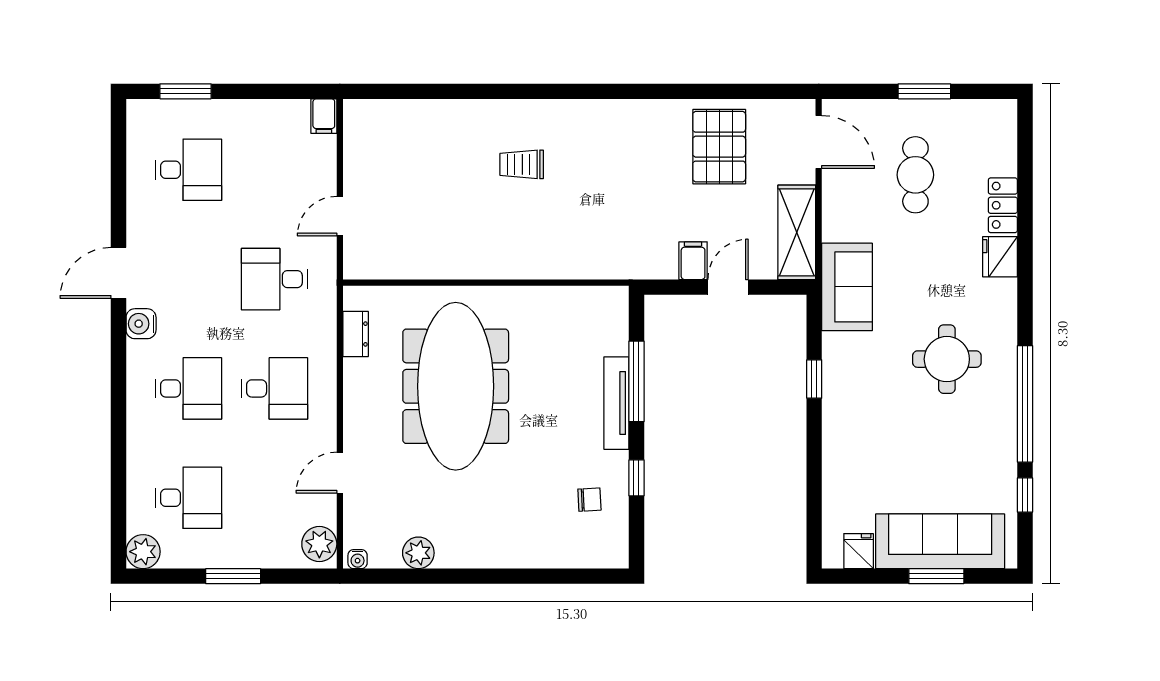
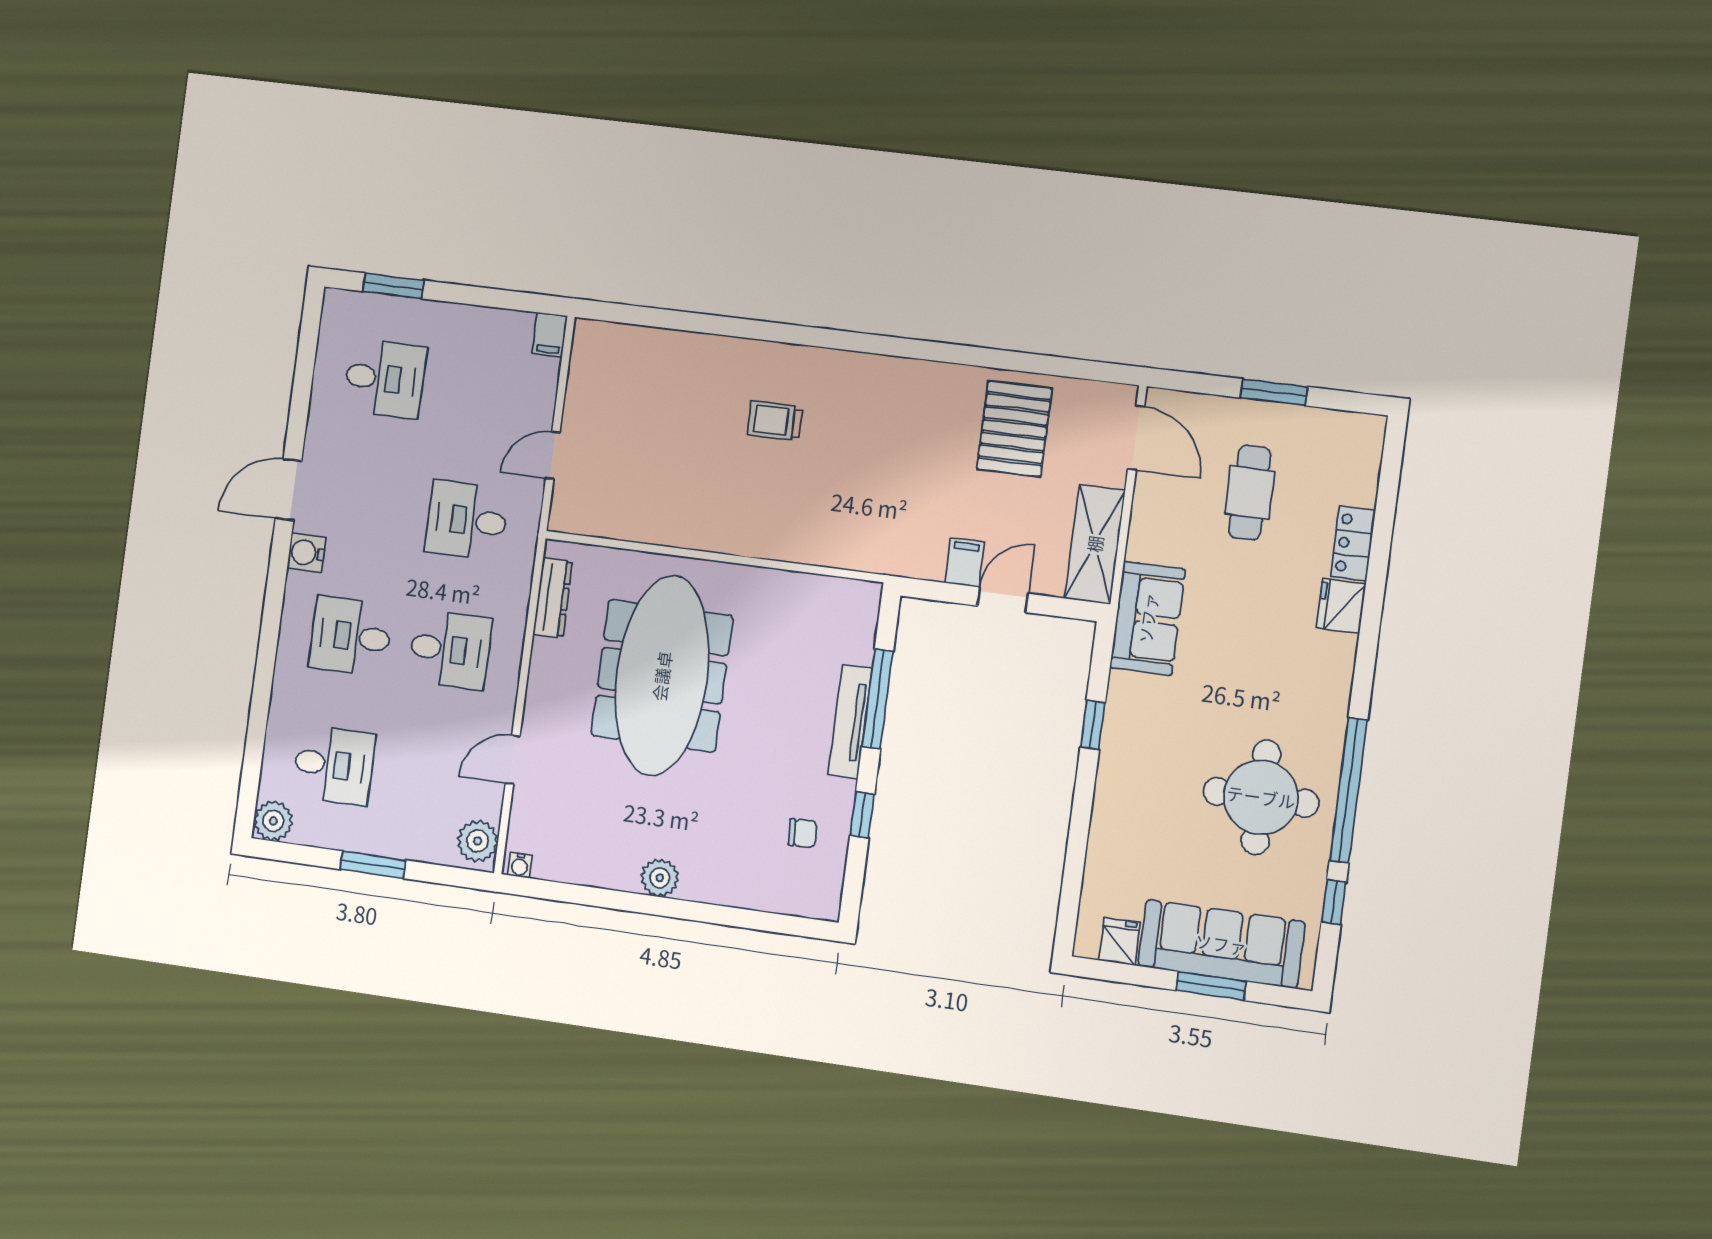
dresser: (356, 334) -> (553, 598), width x1.44
round table: (947, 359) -> (1261, 797), moved, width x1.36, depth x1.36
desk: (188, 388) -> (351, 636), turned 180
plant: (418, 553) -> (660, 878), moved

